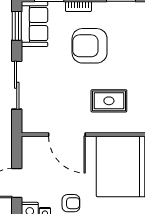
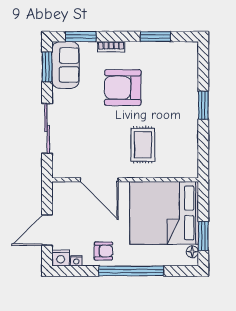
rug: (109, 101) -> (143, 145), turned 90

